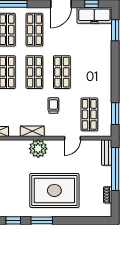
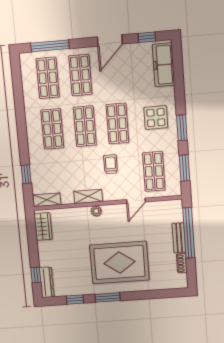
freezer: (94, 15) -> (164, 65), moved, turned 90
window: (115, 30) -> (182, 128), moved
display table: (94, 70) -> (156, 118), added
plant: (38, 149) -> (96, 211), width x0.53, depth x0.53
bench: (107, 152) -> (179, 238), moved

